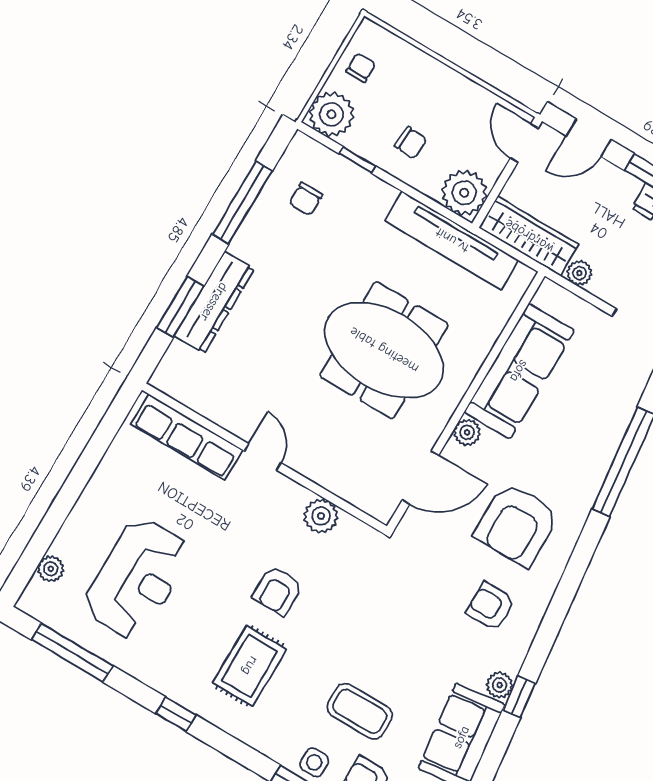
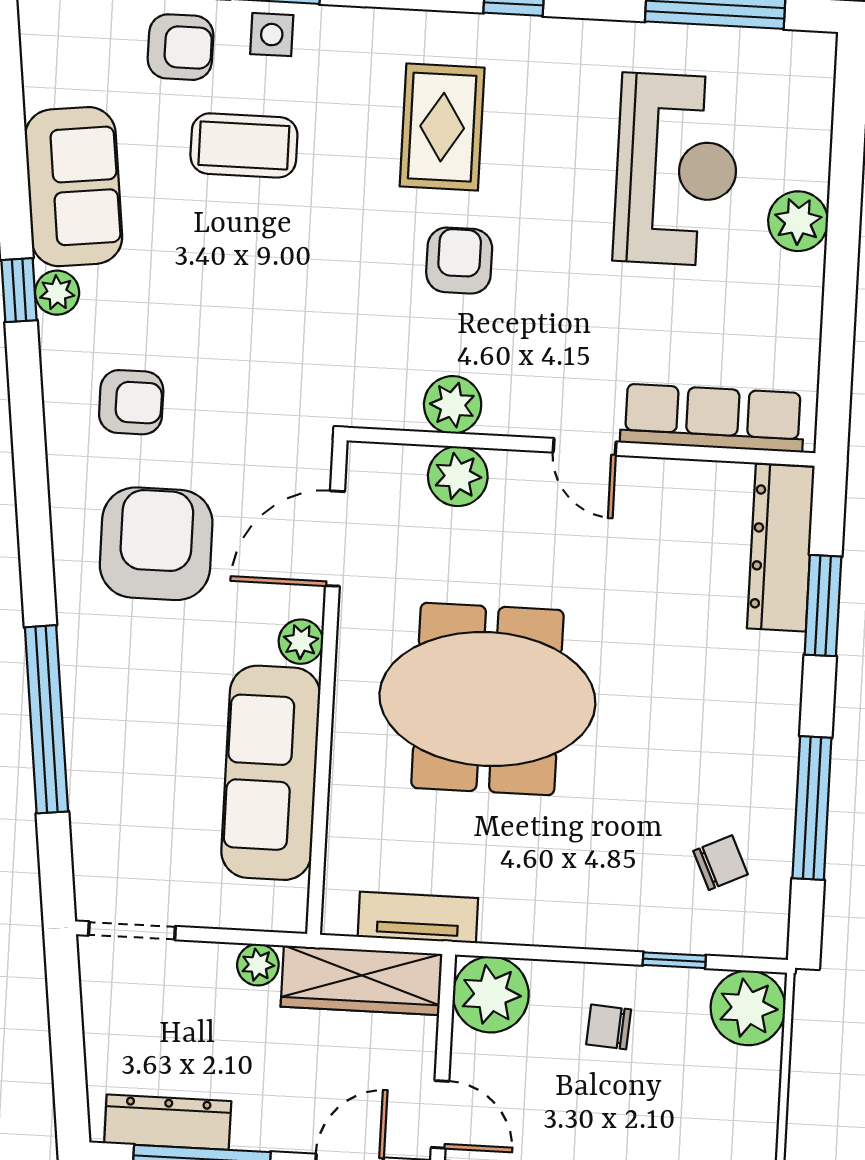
chair: (361, 68) -> (741, 1100), removed
chair: (306, 199) -> (721, 863), turned 65
tv unit: (452, 240) -> (418, 917), width x0.52, depth x0.78
dresser: (214, 302) -> (781, 548), moved
plant: (338, 477) -> (458, 476), added
plant: (51, 569) -> (798, 221), moved, width x1.38, depth x1.38
reception desk: (137, 579) -> (677, 170), turned 180

